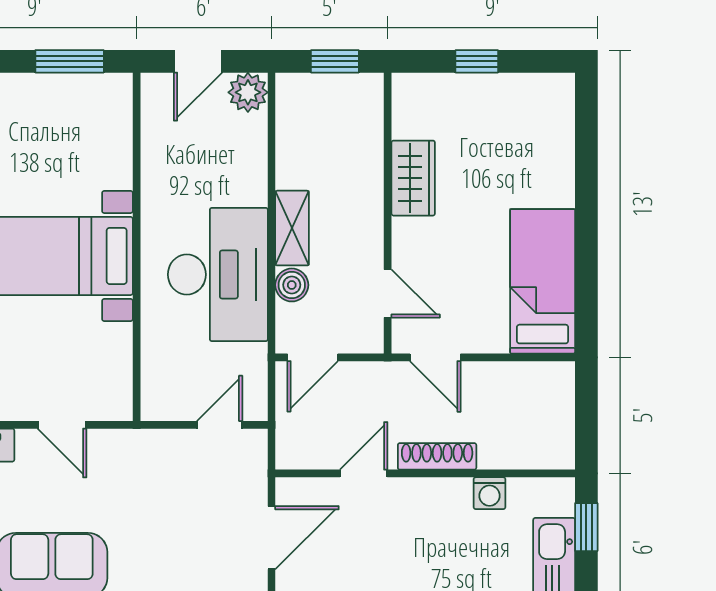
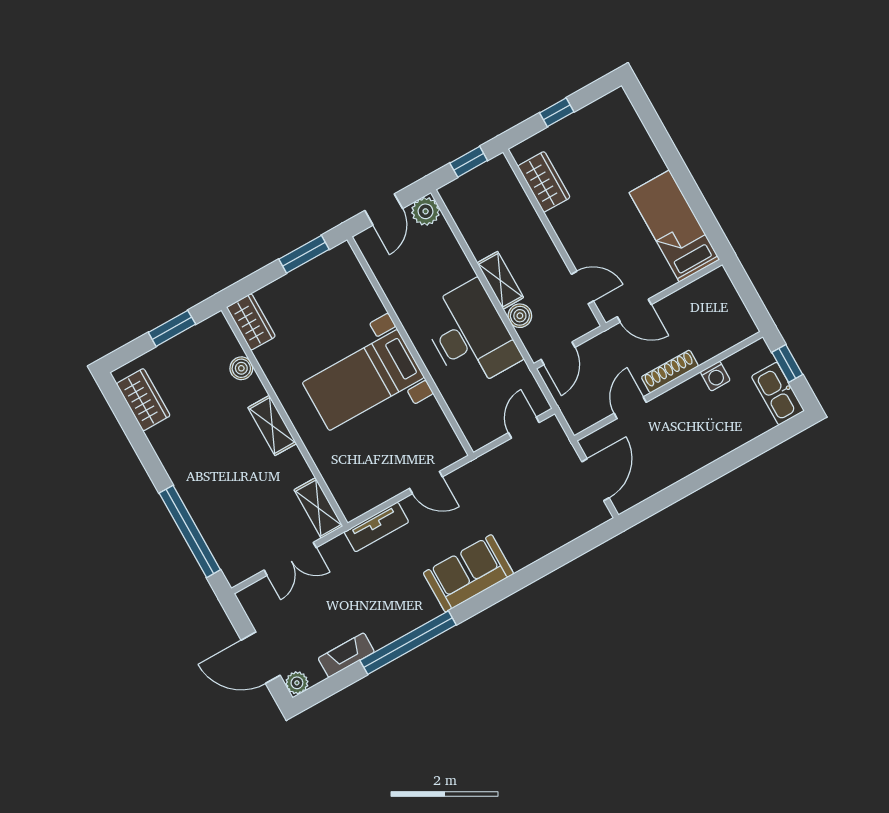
wardrobe: (413, 178) -> (544, 182), moved

